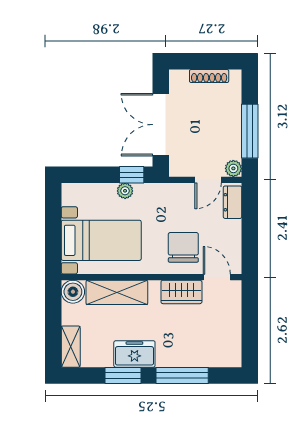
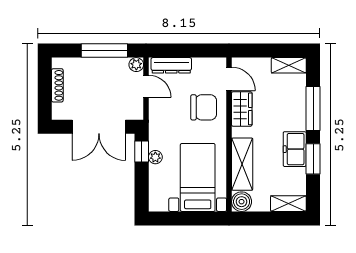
dresser: (233, 202) -> (171, 65), width x1.44
chair: (183, 247) -> (204, 107), turned 180
door: (217, 277) -> (229, 79), swing flipped
shelving: (233, 347) -> (289, 65), added

